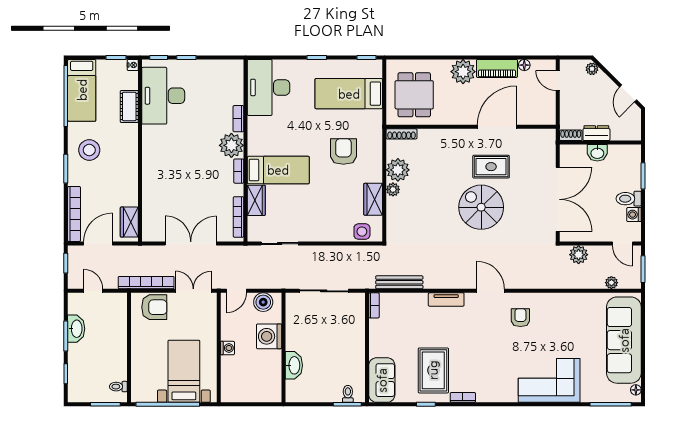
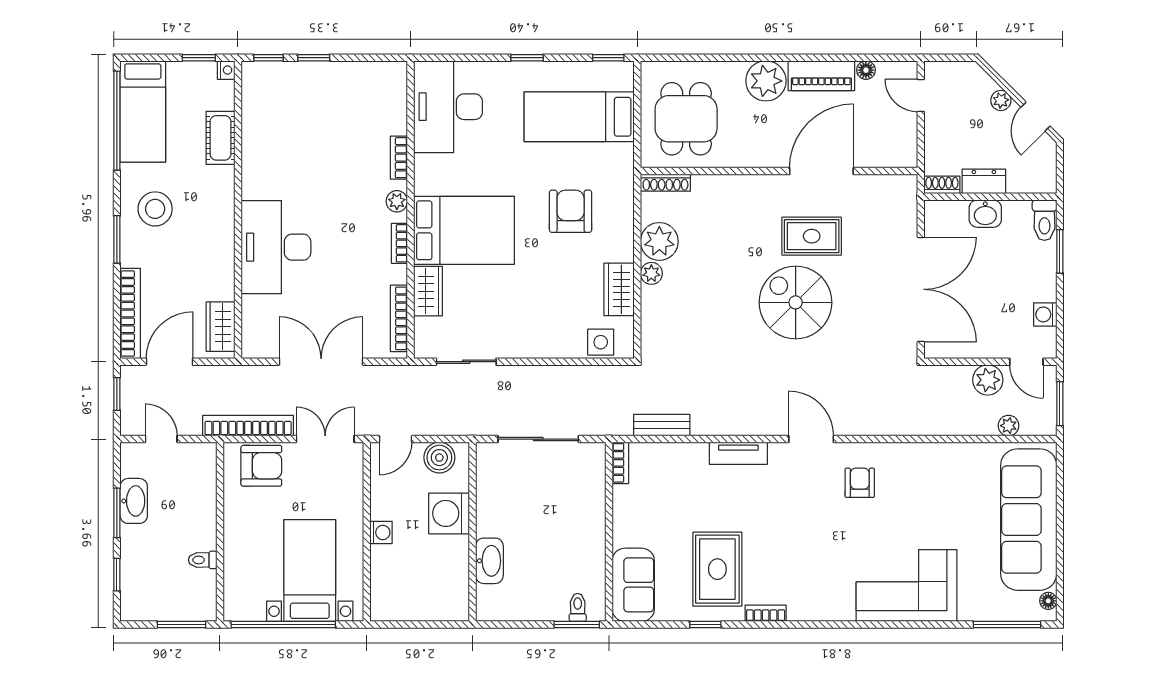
plant: (592, 69) -> (1001, 100), moved
desk: (163, 96) -> (276, 247), moved
plant: (231, 145) -> (397, 201), width x0.53, depth x0.53
bed: (278, 170) -> (464, 230), width x1.50
toilet: (629, 199) -> (1044, 220), moved, turned -90
plant: (579, 255) -> (988, 380), moved
bench: (399, 282) -> (662, 425), width x0.73
toilet: (118, 387) -> (203, 560), moved

